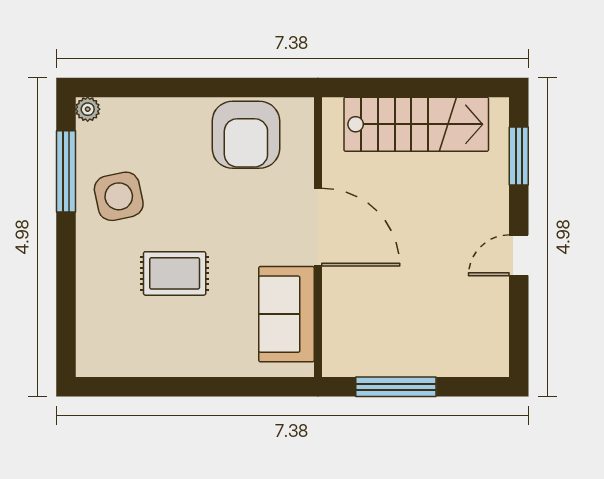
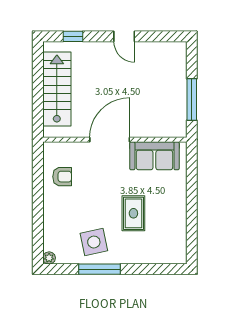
armchair: (246, 135) -> (62, 177), width x0.53, depth x0.53
window: (519, 156) -> (73, 36), width x0.67
window: (66, 171) -> (100, 269), moved

